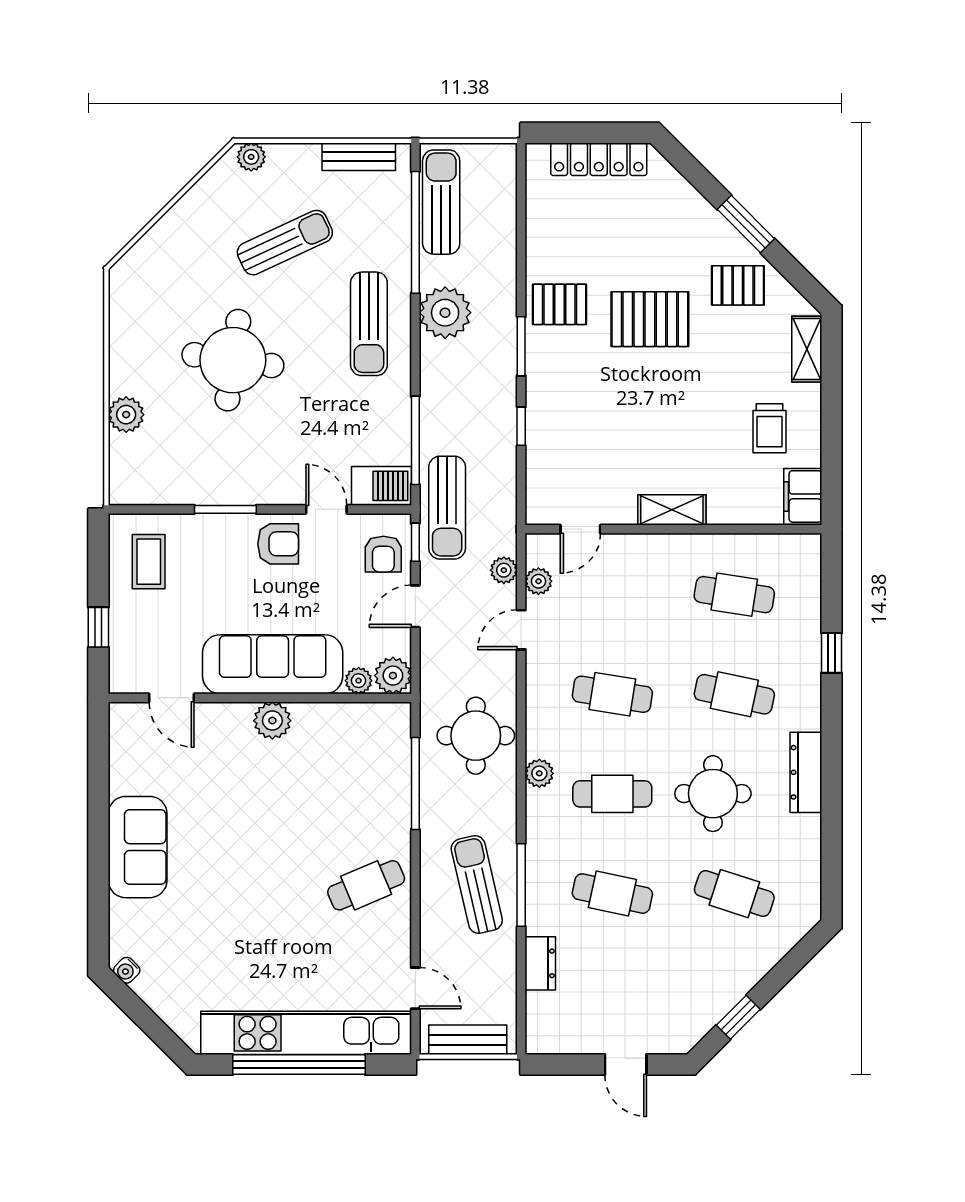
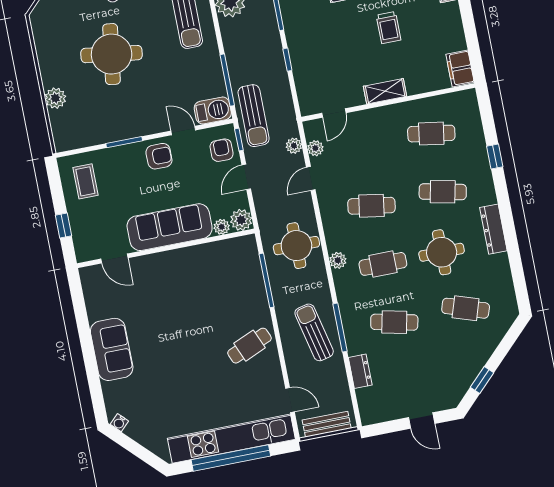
trolley: (769, 428) -> (389, 28), moved
armchair: (383, 554) -> (222, 150), turned 180
plant: (272, 721) -> (176, 260), removed

